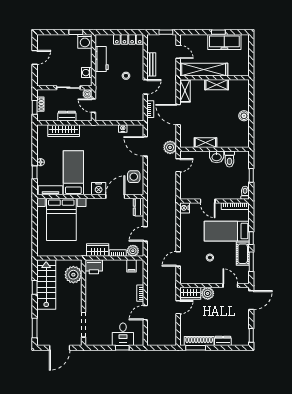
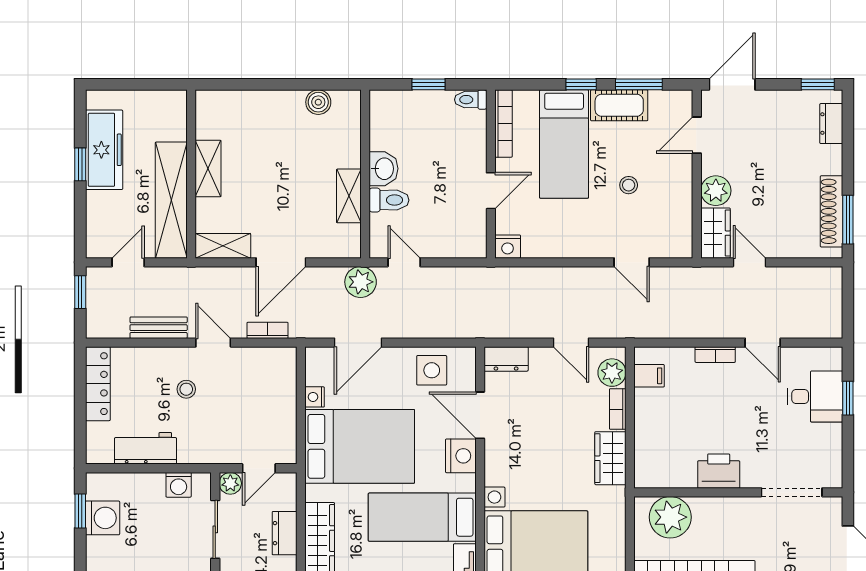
washing machine: (85, 41) -> (103, 518), moved
boiler: (244, 116) -> (318, 102), moved
bed: (102, 147) -> (360, 446), added
toilet: (229, 159) -> (389, 200), moved
printer: (94, 267) -> (719, 471), moved, turned -90
door: (251, 300) -> (732, 84), hinge flipped
dresser: (223, 341) -> (831, 124), moved

